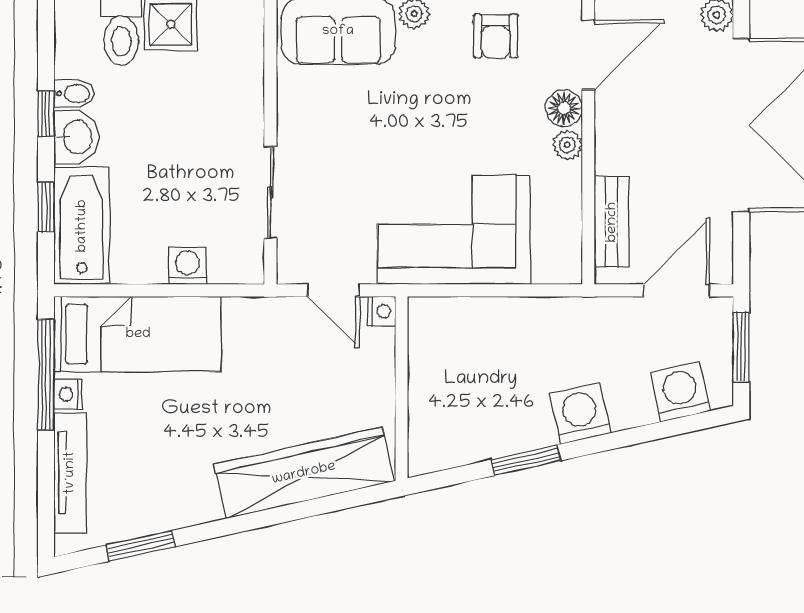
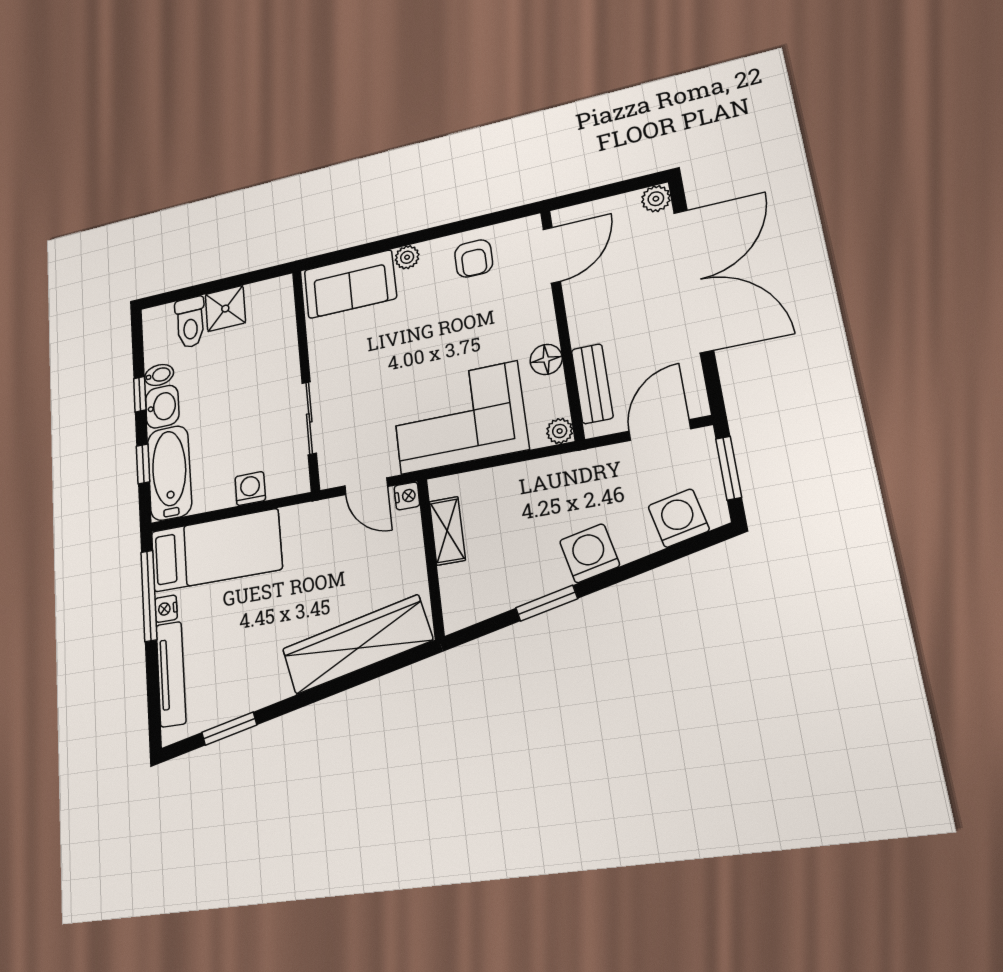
floor lamp: (564, 108) -> (546, 359), moved
plant: (567, 145) -> (560, 431), moved
shelving: (424, 360) -> (447, 531), added

